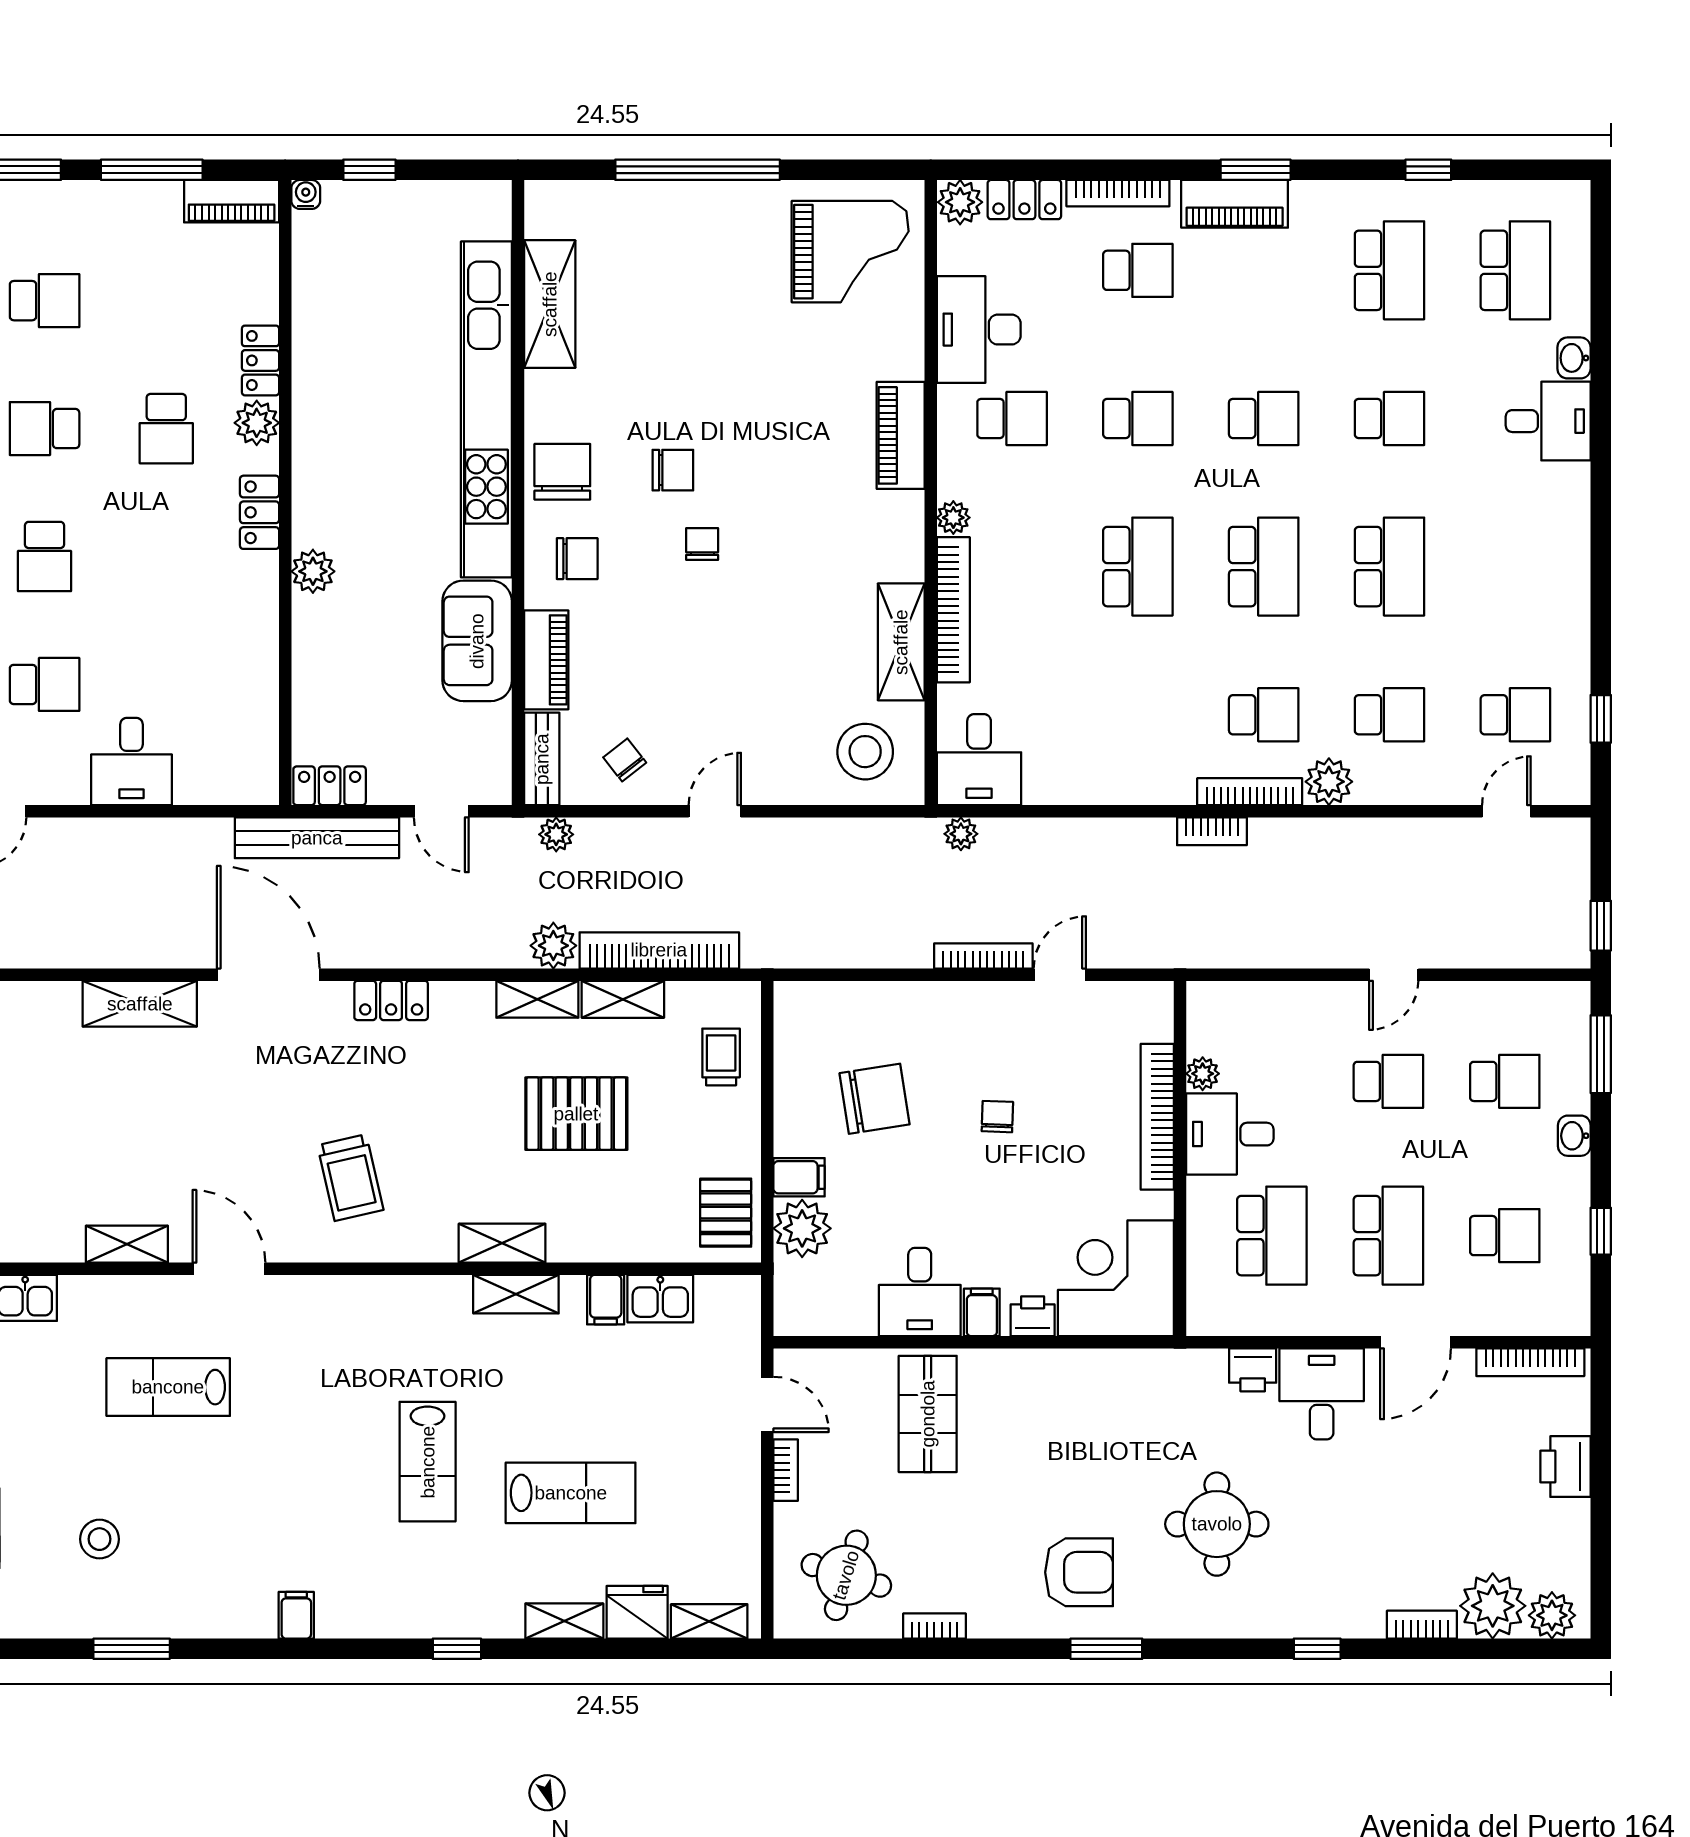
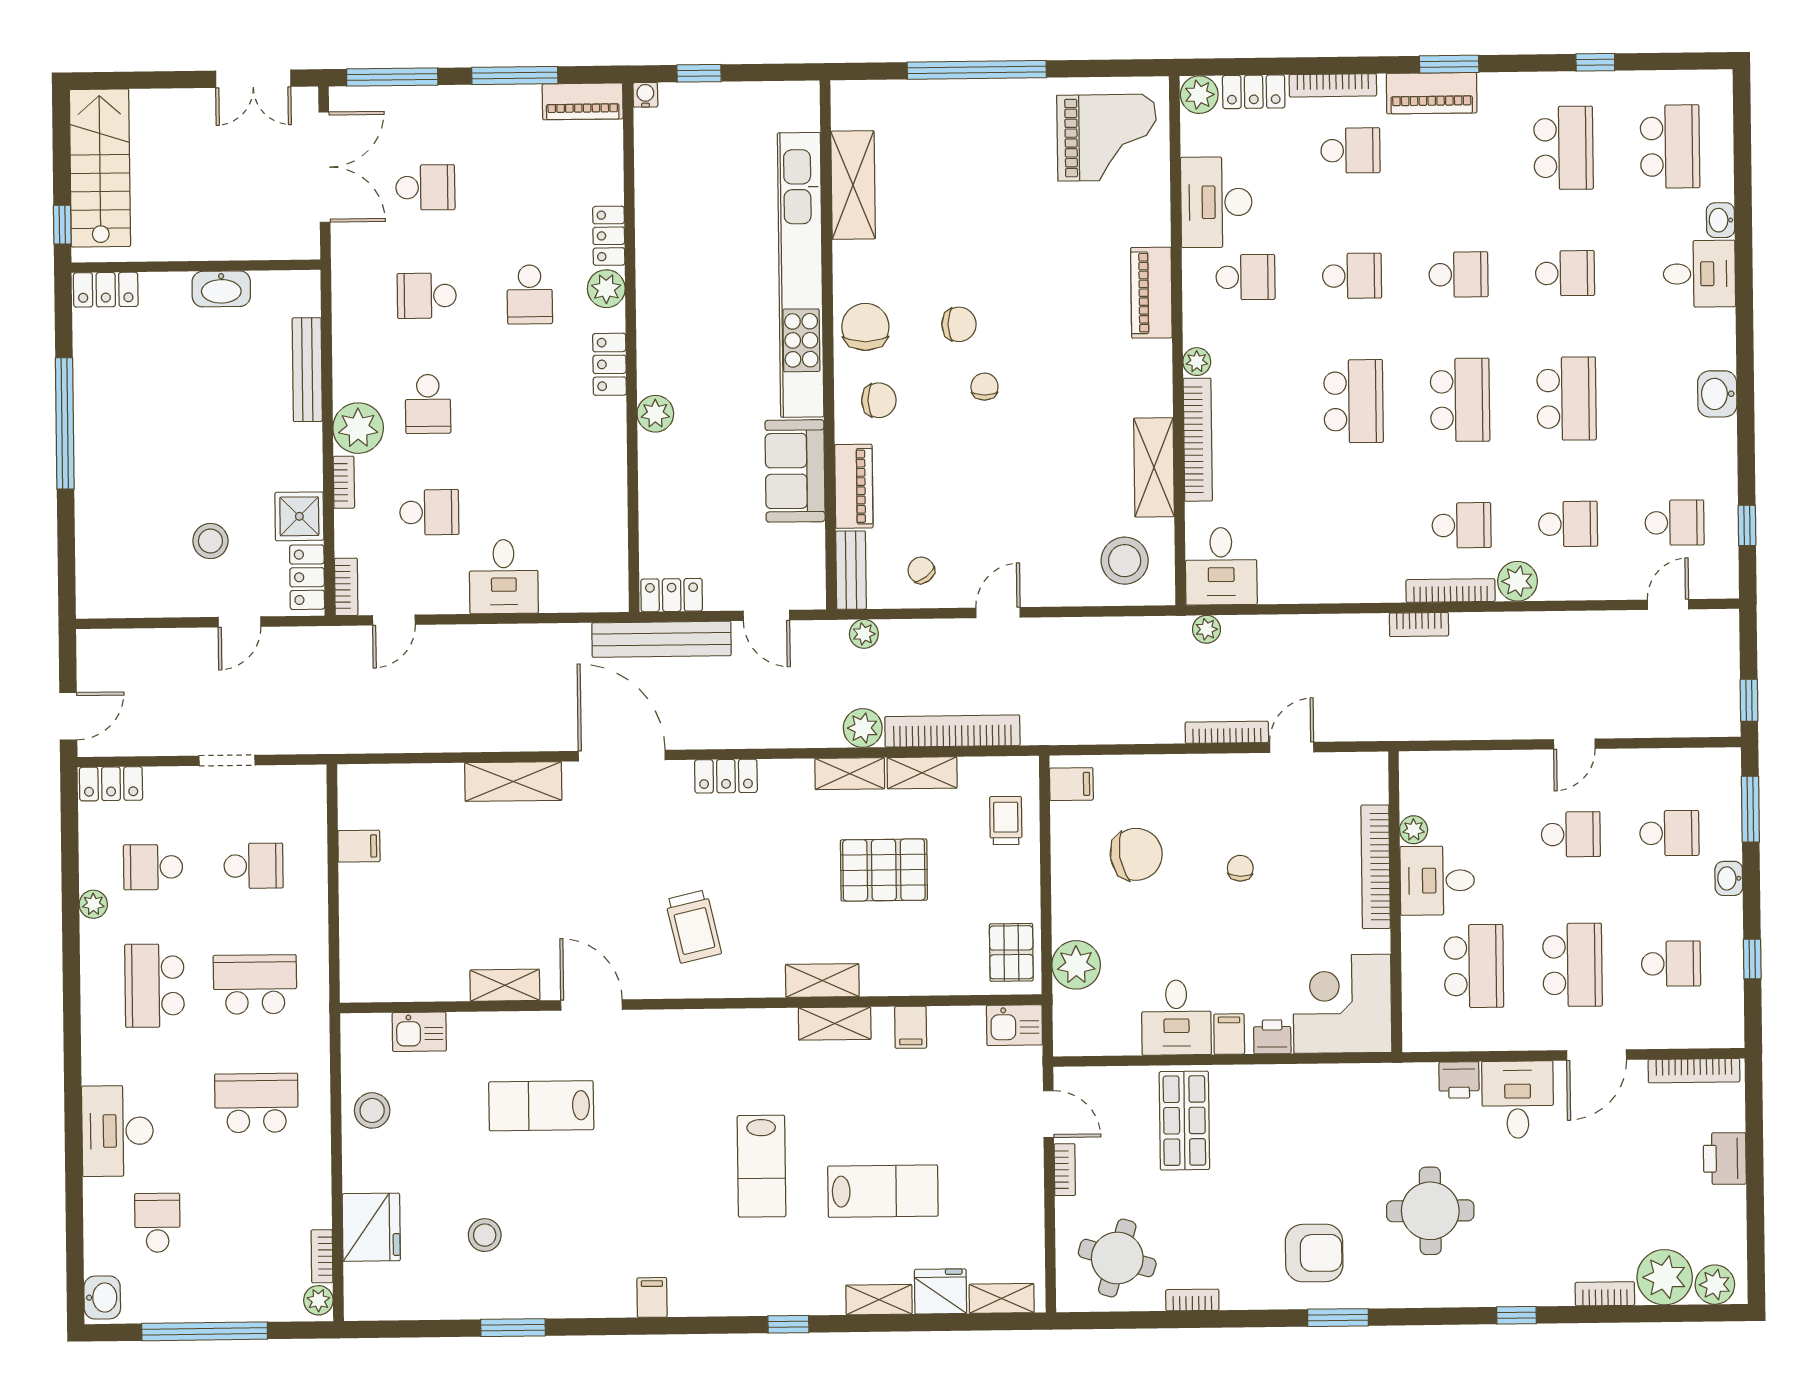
washbasin: (1568, 563) -> (1717, 394), added
filing cabinet: (799, 1177) -> (1071, 784), moved
kitchen sink: (660, 1299) -> (1014, 1025), moved

